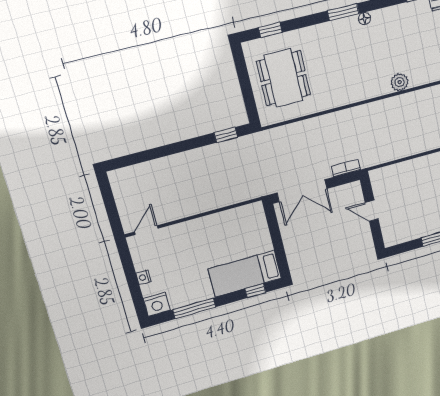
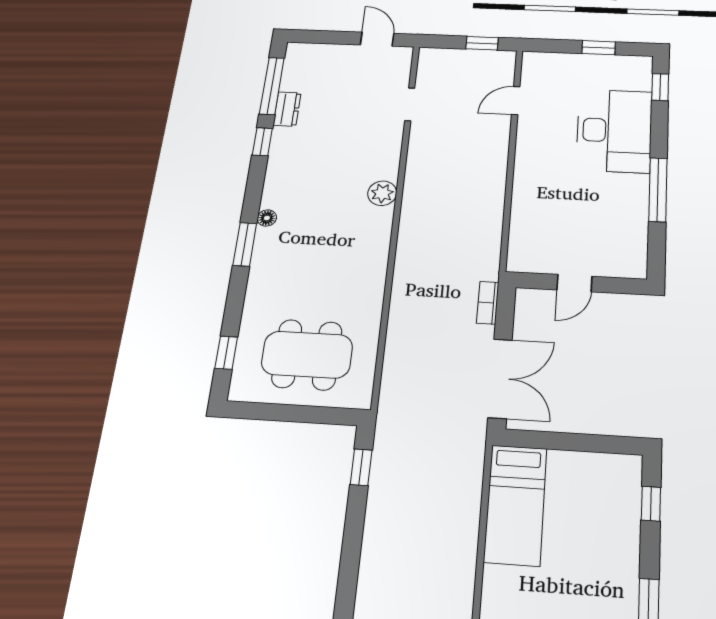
bed: (245, 274) -> (516, 505), moved

